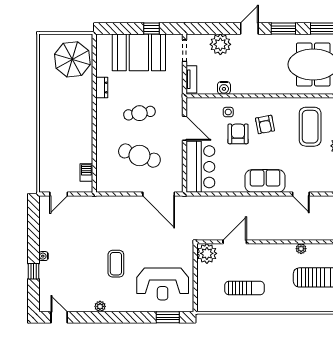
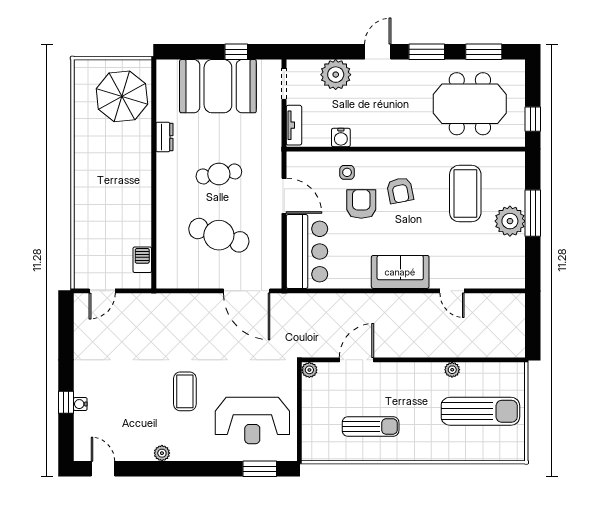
plant: (207, 253) -> (309, 370), width x0.53, depth x0.53
water cooler: (44, 256) -> (80, 404), moved

